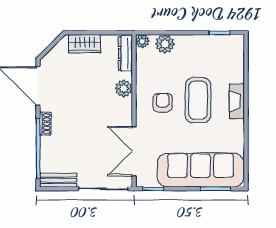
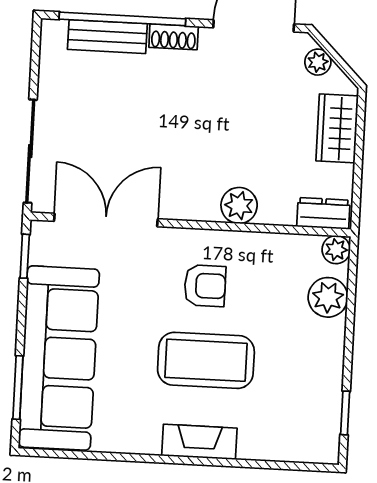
dresser: (125, 54) -> (323, 213), width x0.70
plant: (54, 55) -> (318, 62), added
bench: (58, 180) -> (107, 37), moved, turned 90

